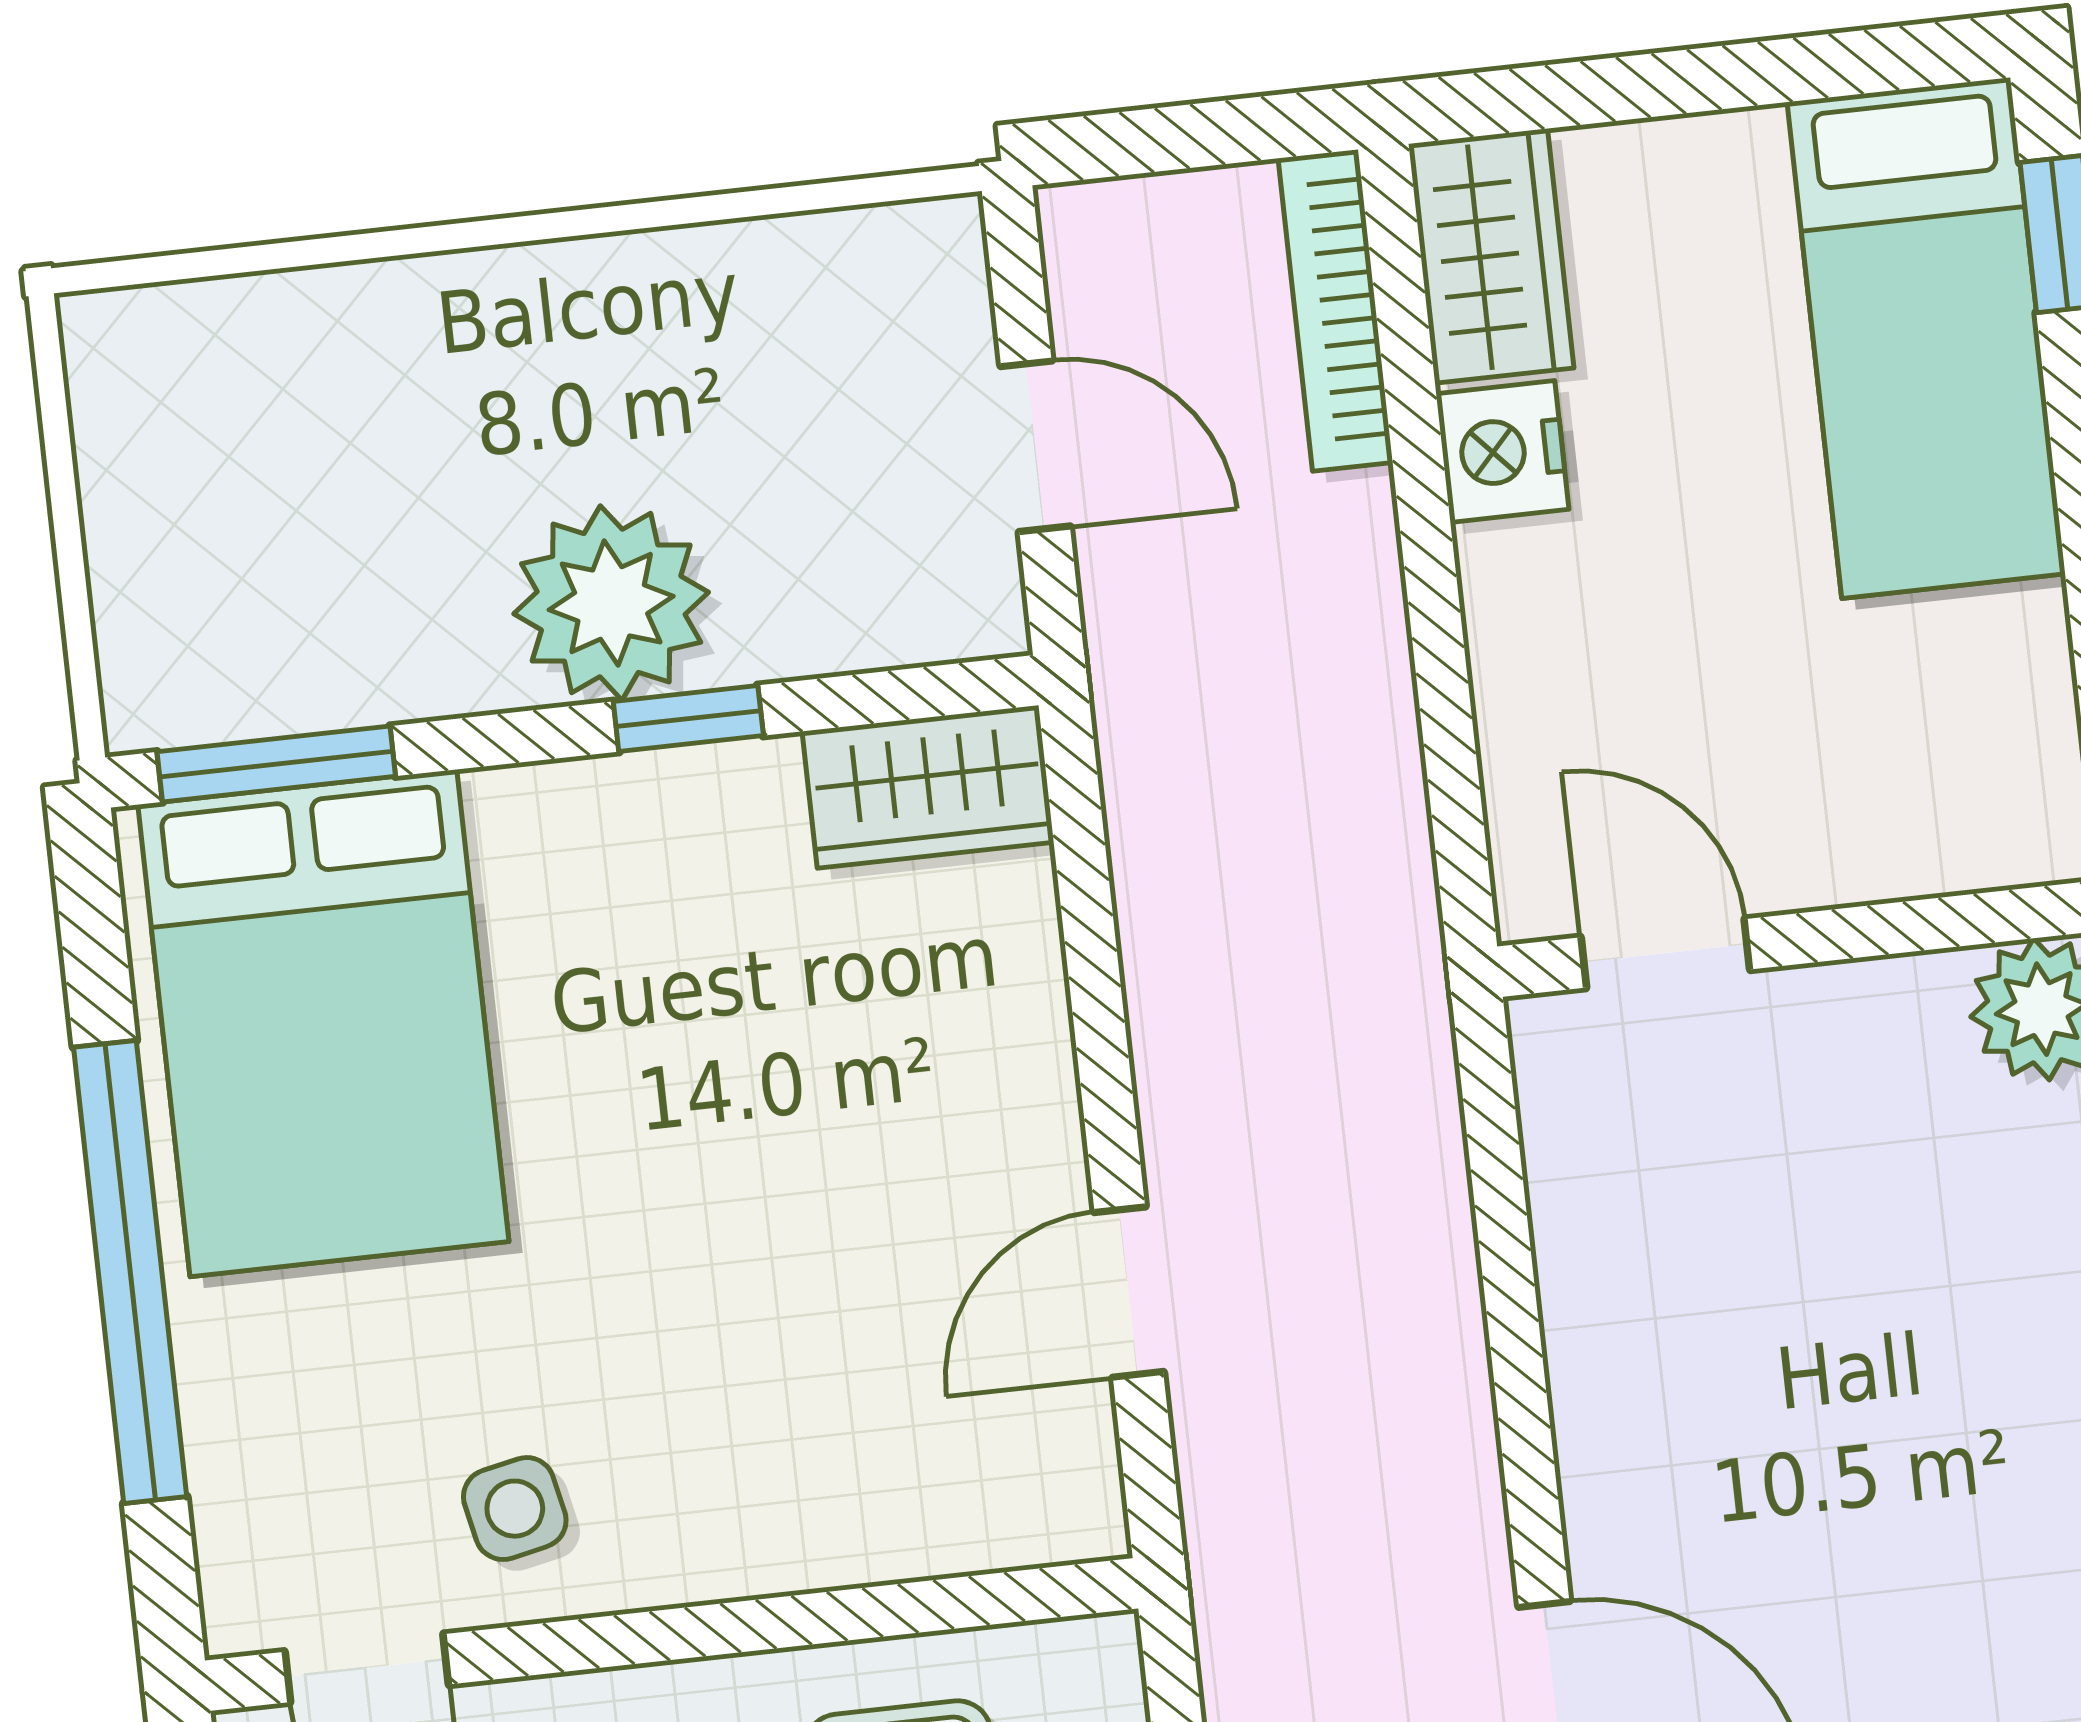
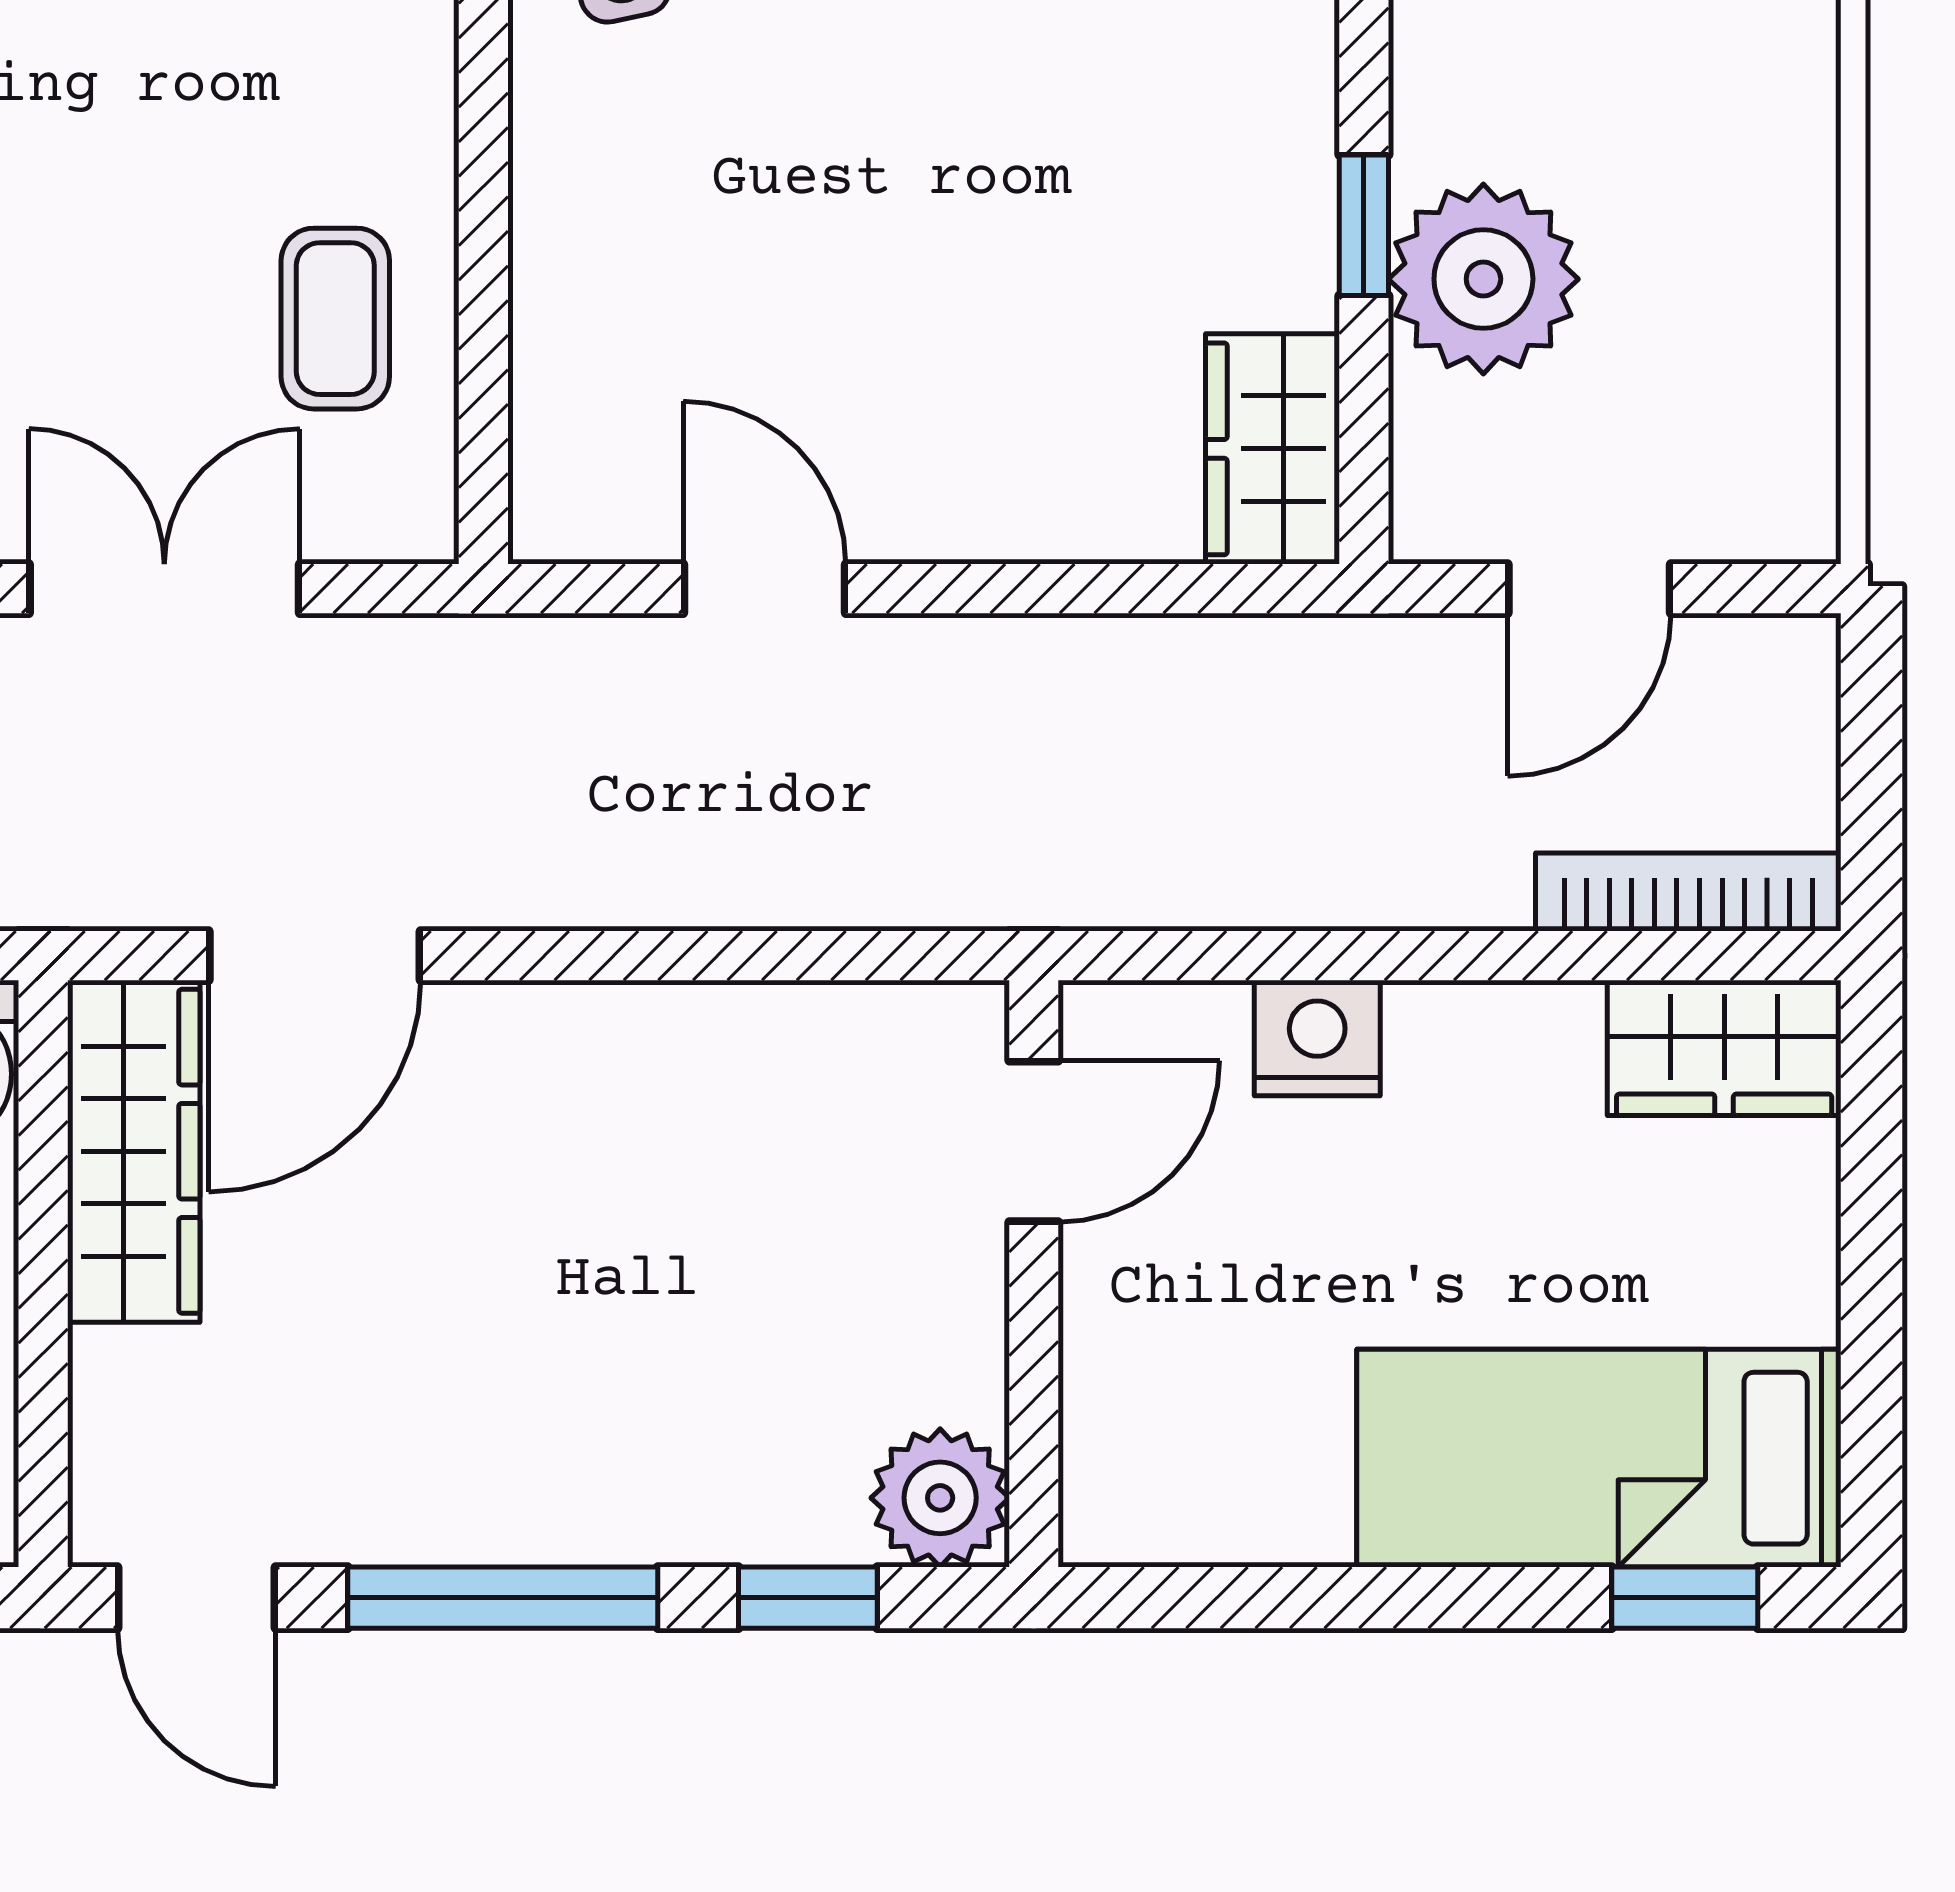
nightstand: (1502, 452) -> (1317, 1038), moved
plant: (611, 603) -> (1483, 279), moved

